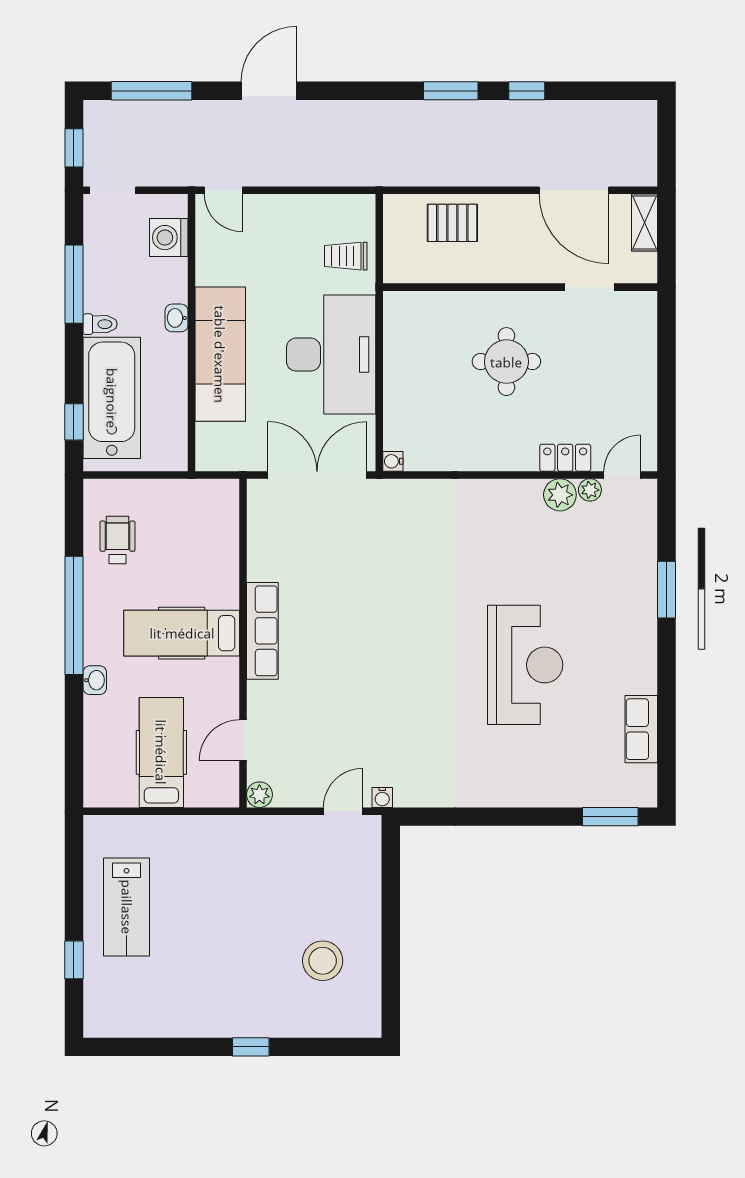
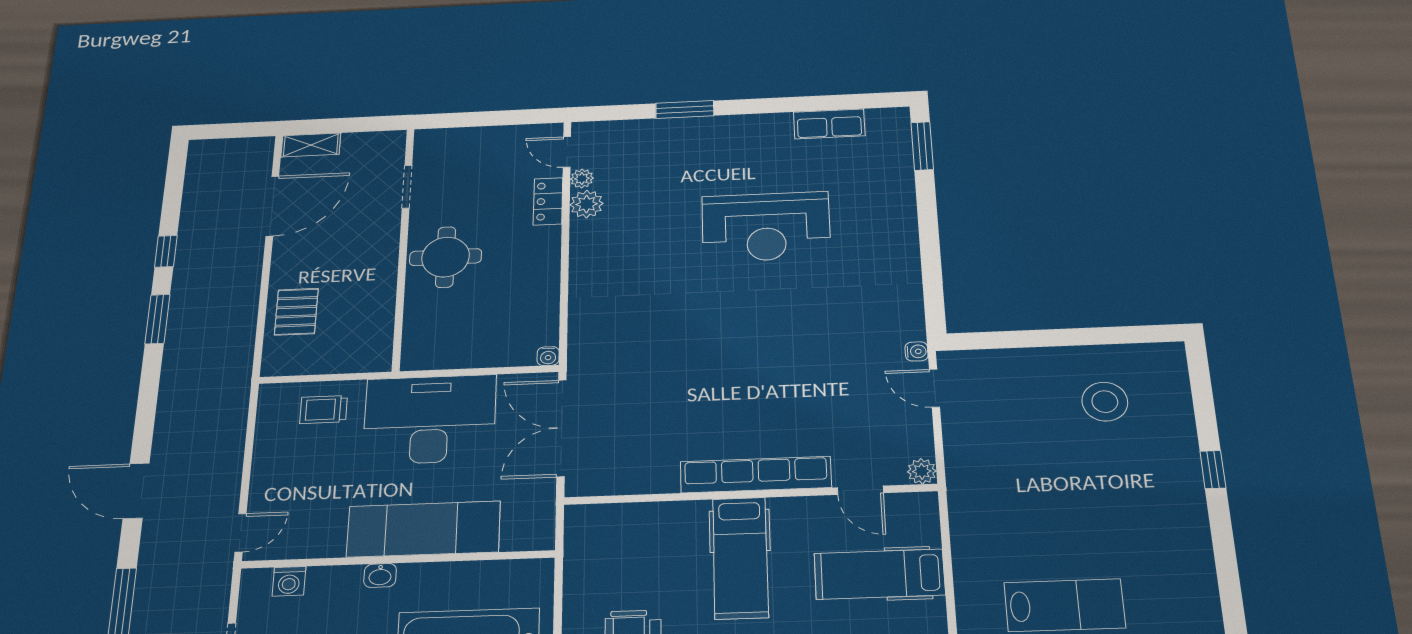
washing machine: (169, 238) -> (289, 581), width x0.73, depth x0.73
trolley: (346, 256) -> (324, 409), turned 90
wall: (520, 287) -> (403, 247), moved
doorway: (589, 287) -> (407, 187), moved
row of seats: (262, 631) -> (756, 475), width x1.36
reception desk: (525, 665) -> (766, 227), turned 180

